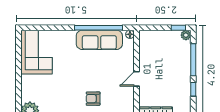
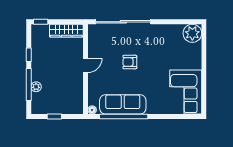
window: (178, 28) -> (54, 117), moved
plant: (186, 35) -> (36, 87), moved
armchair: (93, 99) -> (130, 62), moved, turned 180

